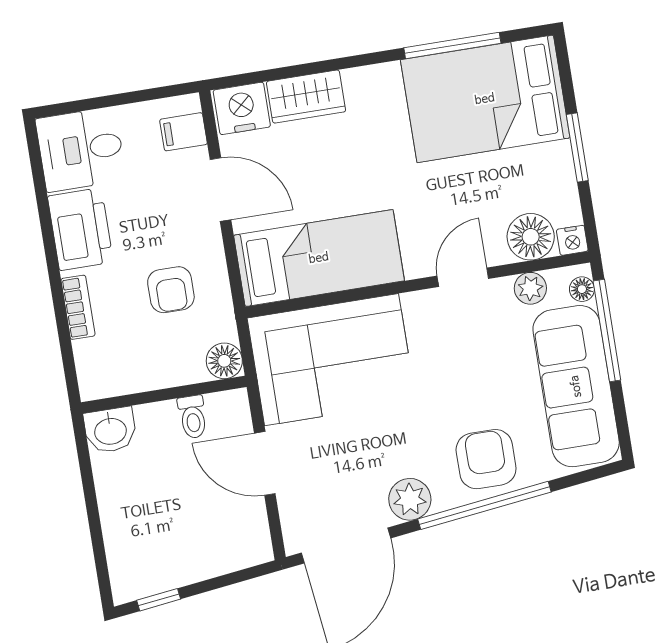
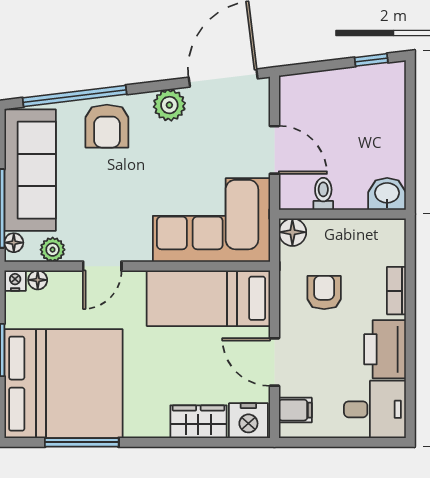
bed: (485, 99) -> (63, 384), width x1.36
floor lamp: (531, 237) -> (38, 280), width x0.53, depth x0.53
window: (484, 505) -> (75, 96), moved

